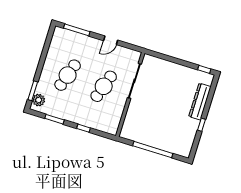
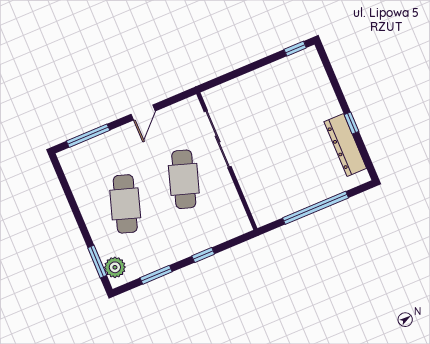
dresser: (200, 102) -> (345, 145), moved

